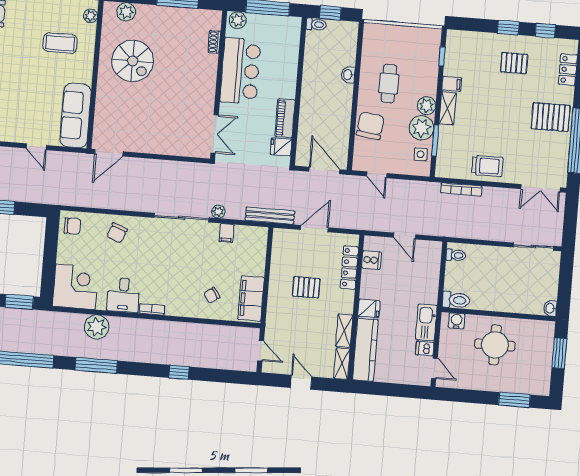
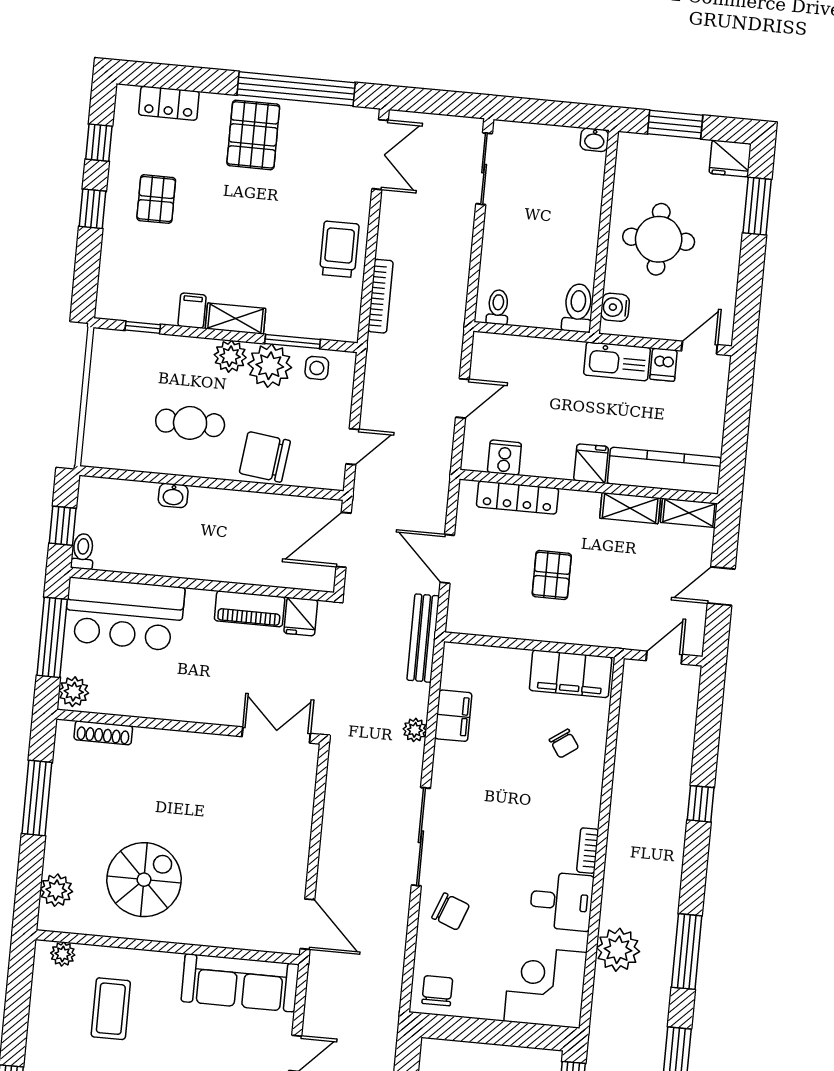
shoe rack: (214, 42) -> (103, 733), width x1.43
bar counter: (240, 71) -> (124, 614), moved, turned 180
sliding door: (182, 218) -> (421, 837), moved
filing cabinet: (227, 233) -> (453, 716), width x2.00
fridge: (541, 384) -> (730, 158), added

